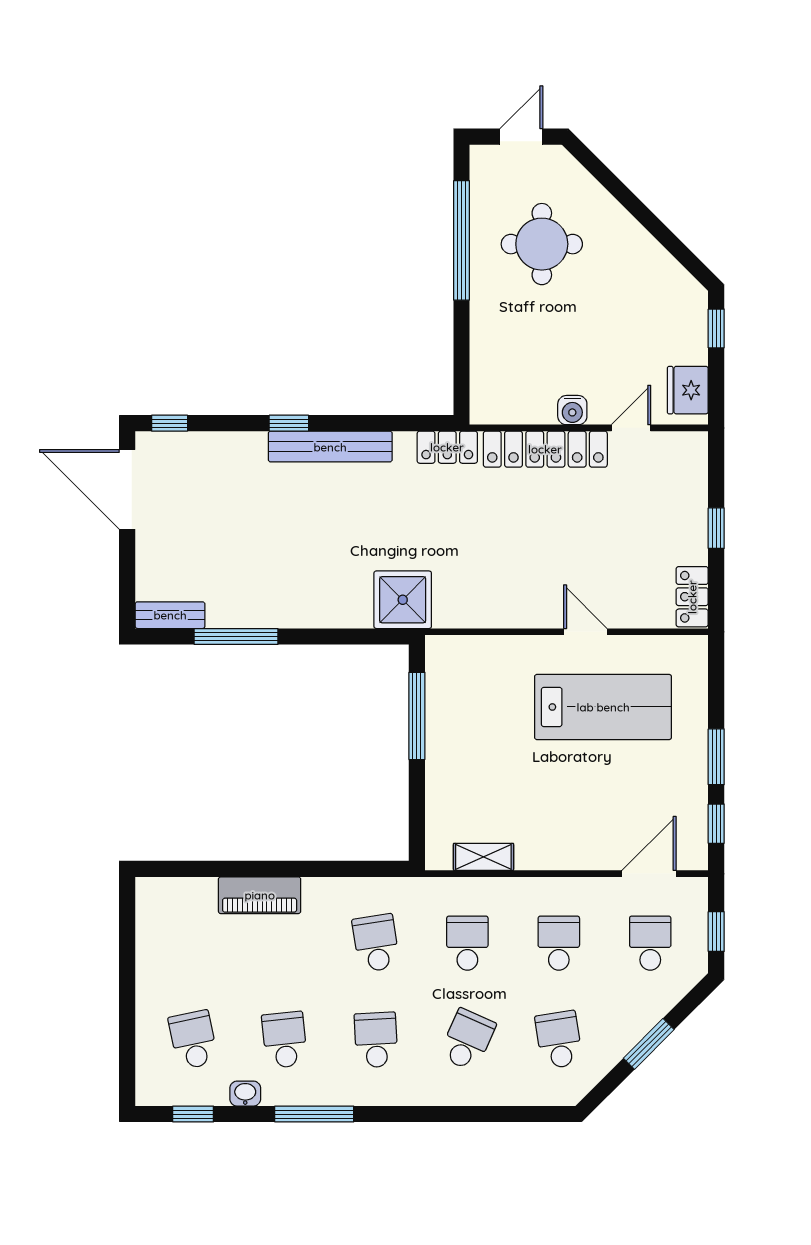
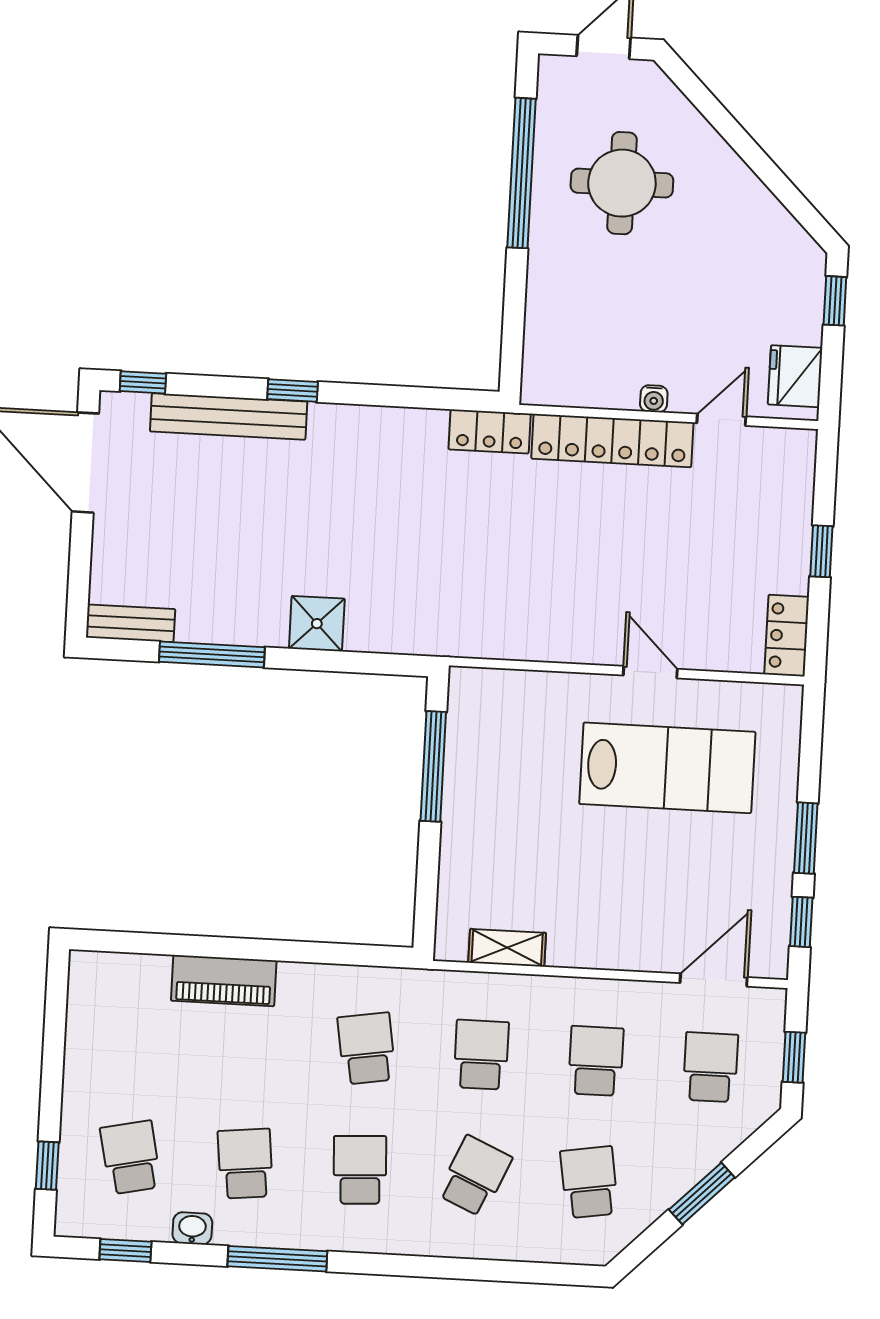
water cooler: (572, 410) -> (654, 399), width x0.72, depth x0.72
bench: (330, 447) -> (229, 416), moved
shower: (403, 600) -> (317, 624), moved, width x0.73, depth x0.73
window: (127, 1050) -> (47, 1166), added

